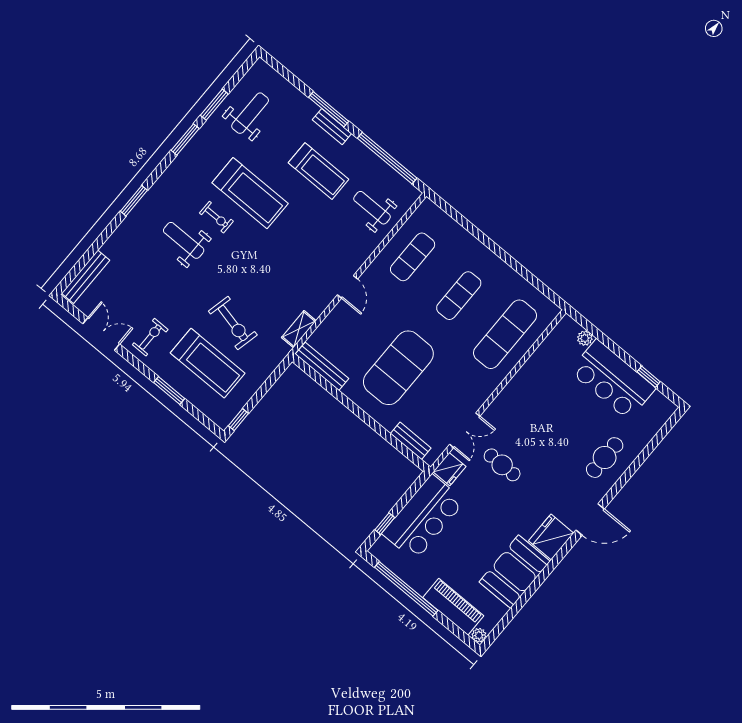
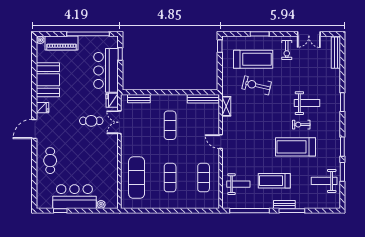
weight bench: (250, 113) -> (324, 181), turned 90
treadmill: (208, 363) -> (253, 59), turned 180
exercise mat: (398, 368) -> (170, 125), width x0.50, depth x0.69
fridge: (551, 537) -> (43, 108), width x0.53, depth x0.75

